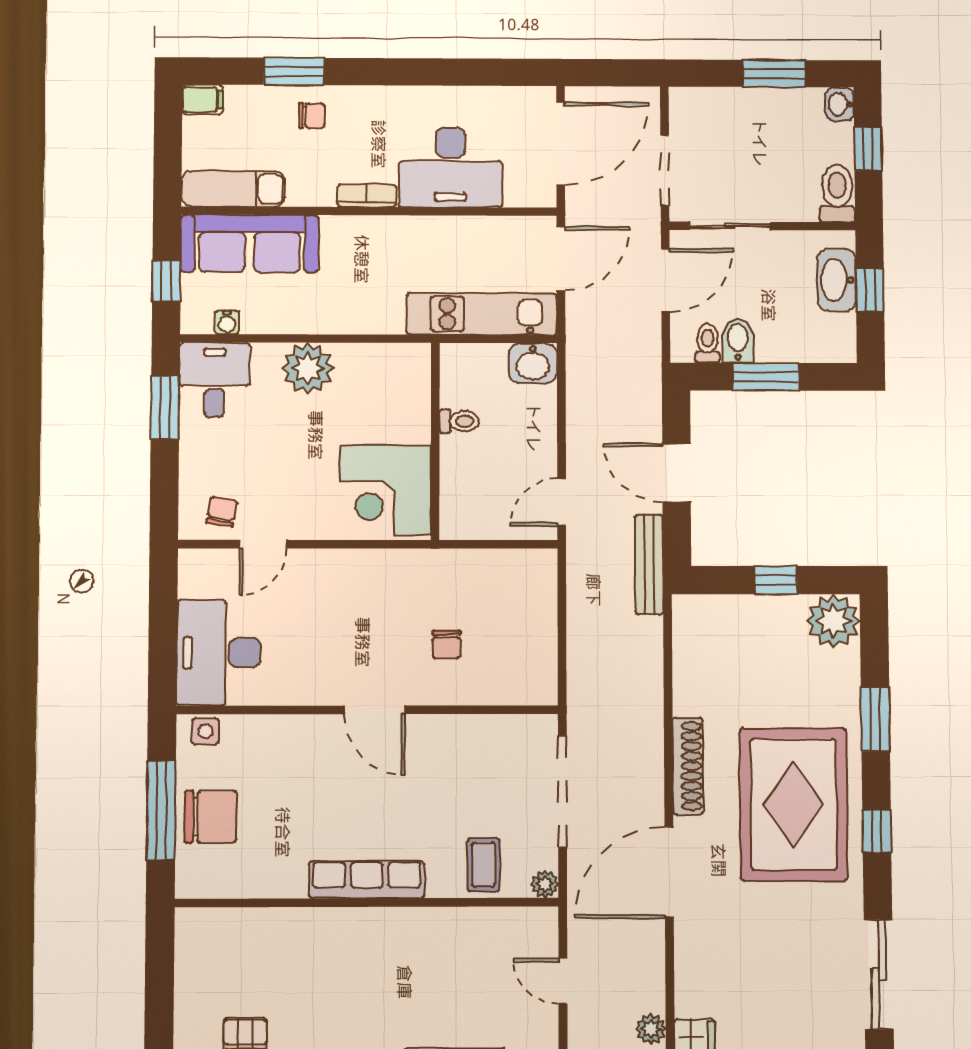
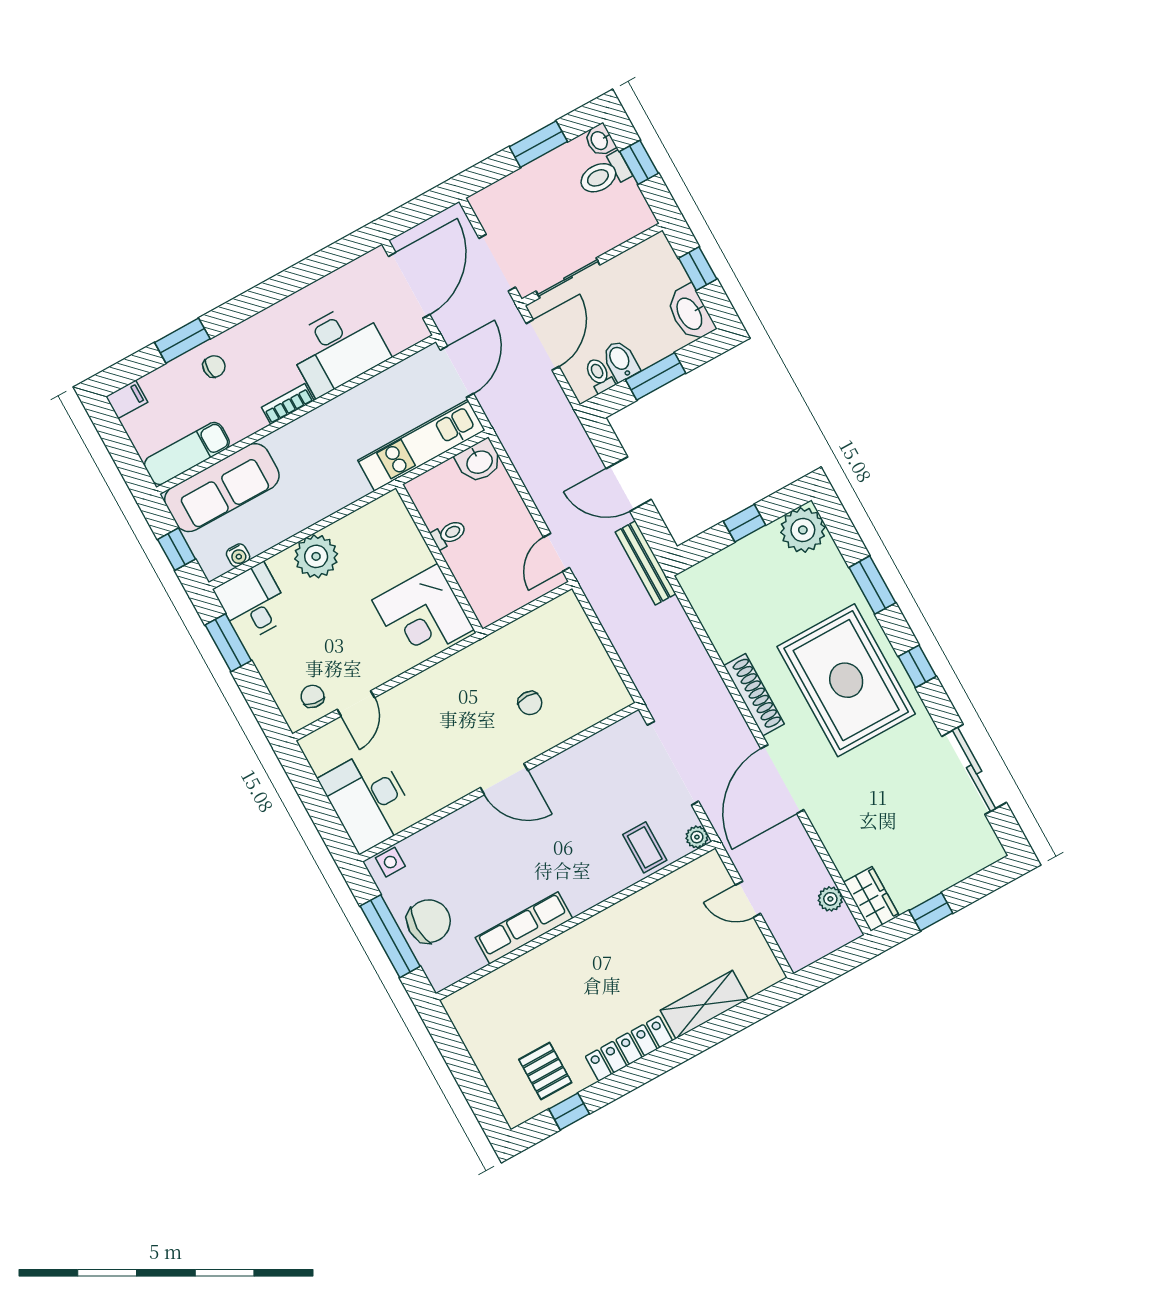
toilet: (837, 193) -> (604, 175), moved, turned -90
washbasin: (837, 280) -> (690, 313), moved
row of seats: (367, 880) -> (524, 928), moved

